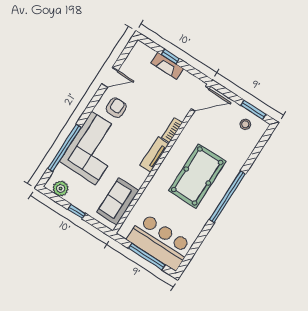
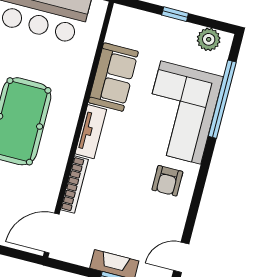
door: (110, 77) -> (181, 257), moved
bookcase: (172, 130) -> (74, 185), width x1.56
sofa: (118, 201) -> (113, 77), moved

